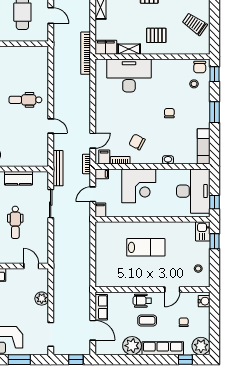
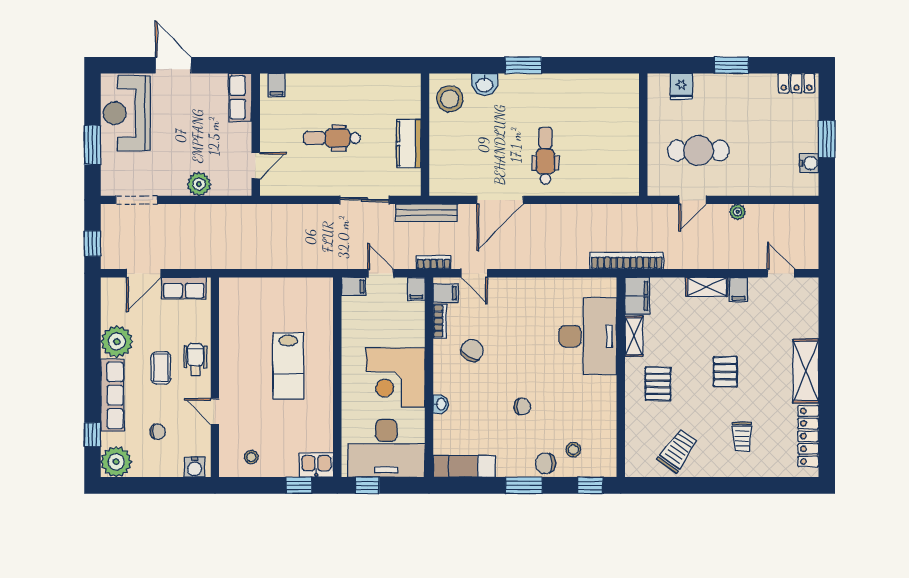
chair: (200, 67) -> (545, 463), moved
door: (51, 126) -> (500, 200), width x1.88
corner desk: (139, 186) -> (395, 377), moved

